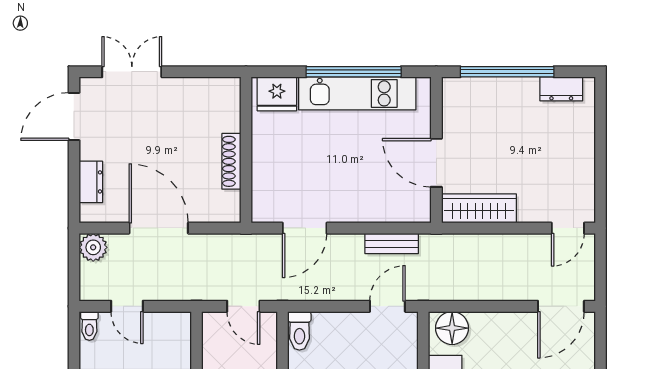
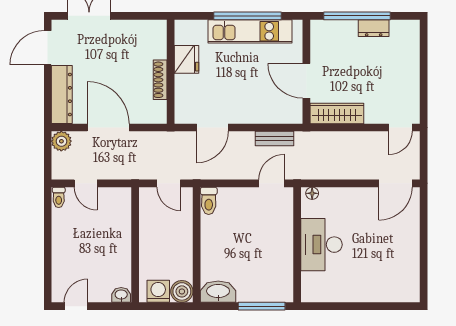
dresser: (561, 89) -> (374, 28), moved
fridge: (277, 94) -> (186, 59), moved, turned -90
dresser: (91, 182) -> (62, 95), width x1.96, depth x1.24
floor lamp: (452, 328) -> (312, 193), width x0.53, depth x0.53

